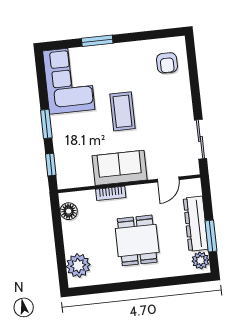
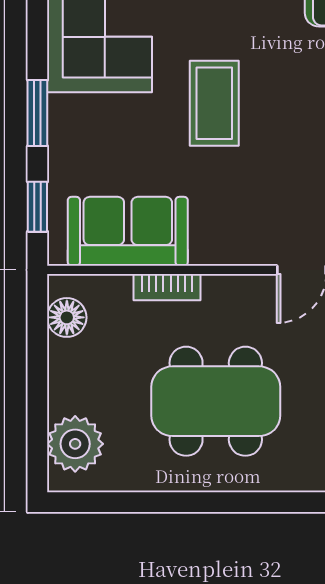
sofa: (120, 168) -> (128, 231), moved
dining table: (137, 240) -> (216, 401), width x1.38

